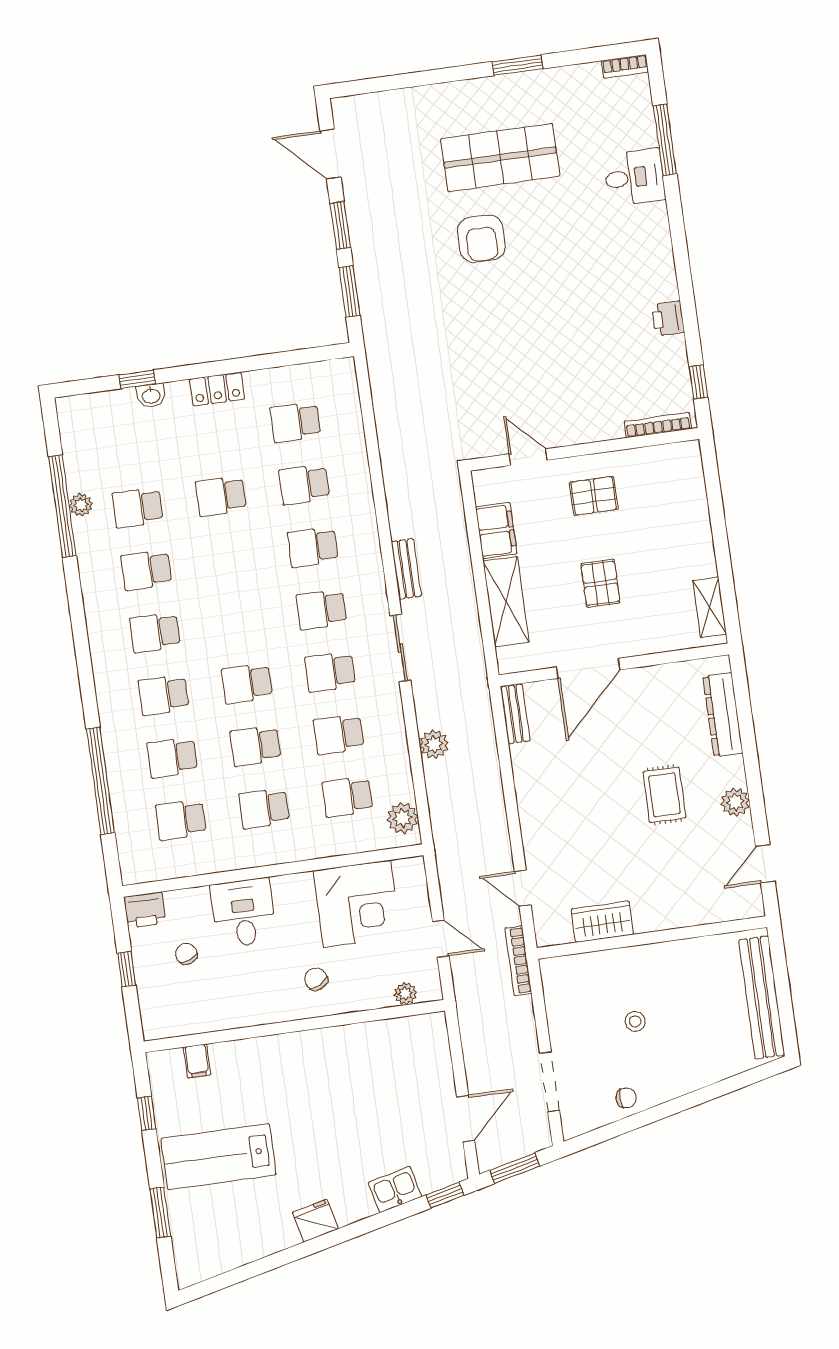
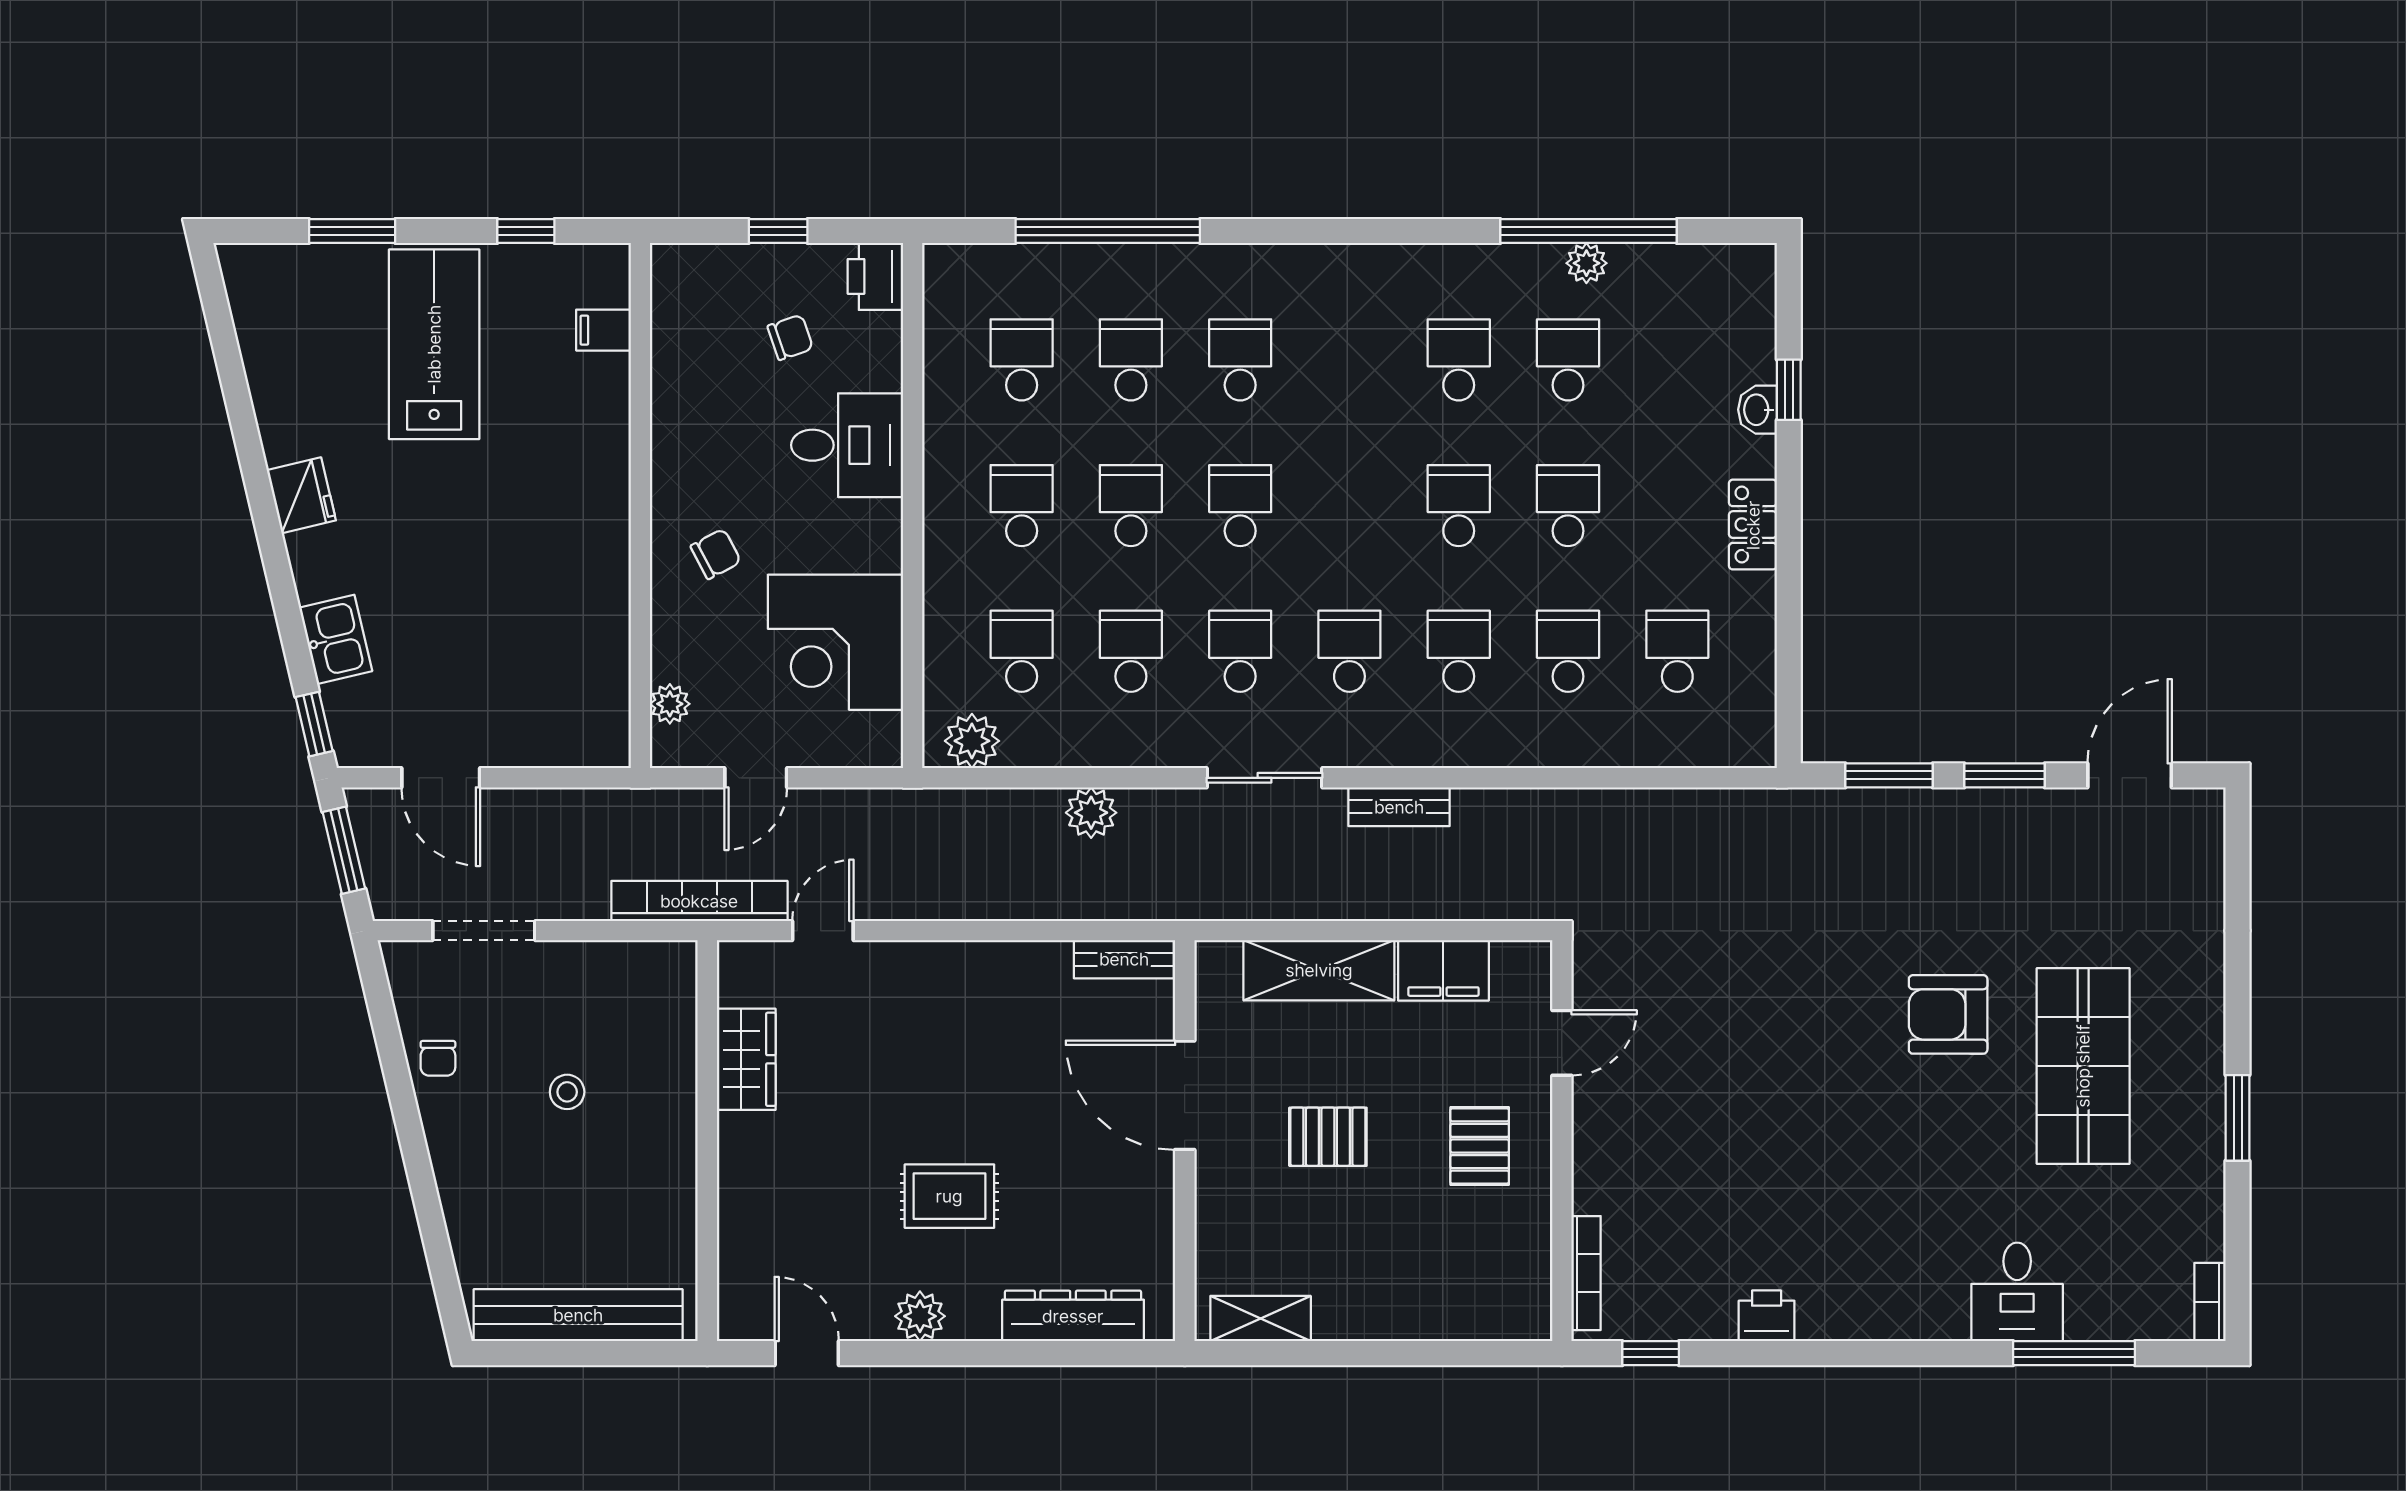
school desk: (155, 633) -> (1459, 506), moved
bookcase: (518, 961) -> (699, 901), width x1.48, depth x1.31

